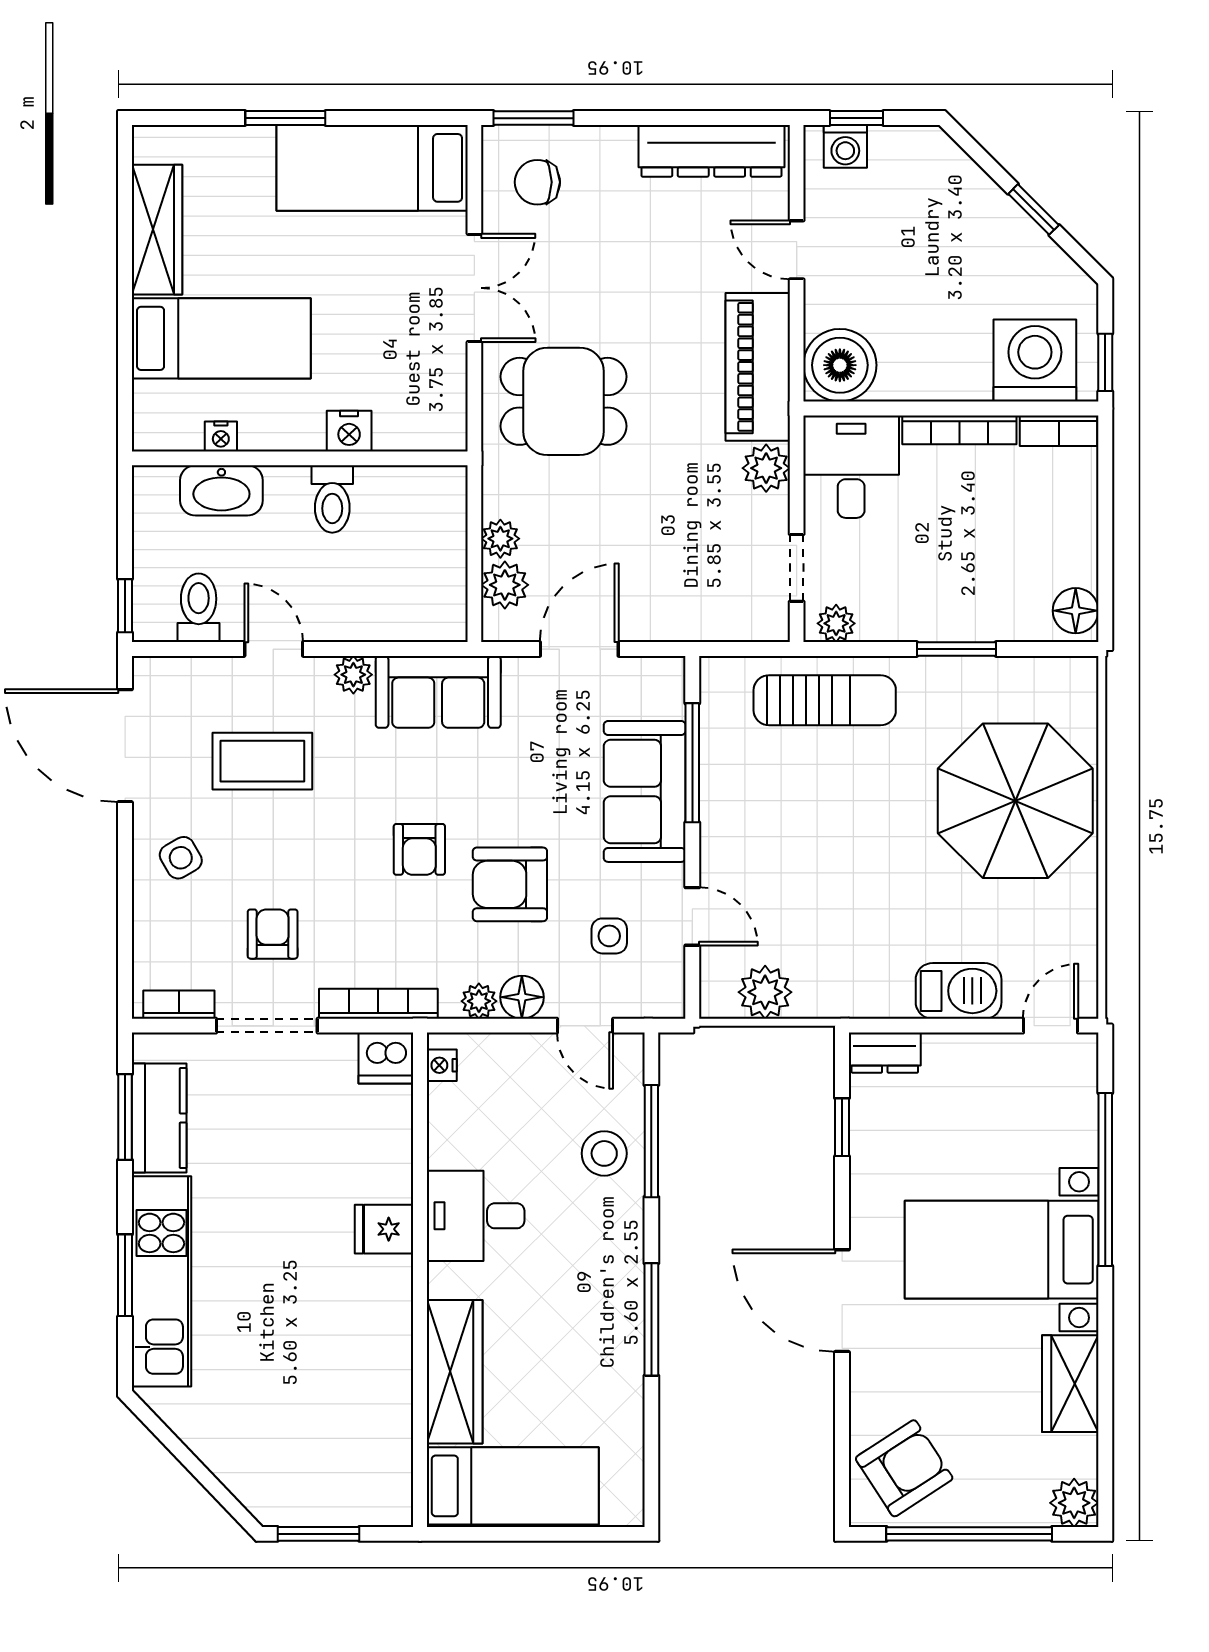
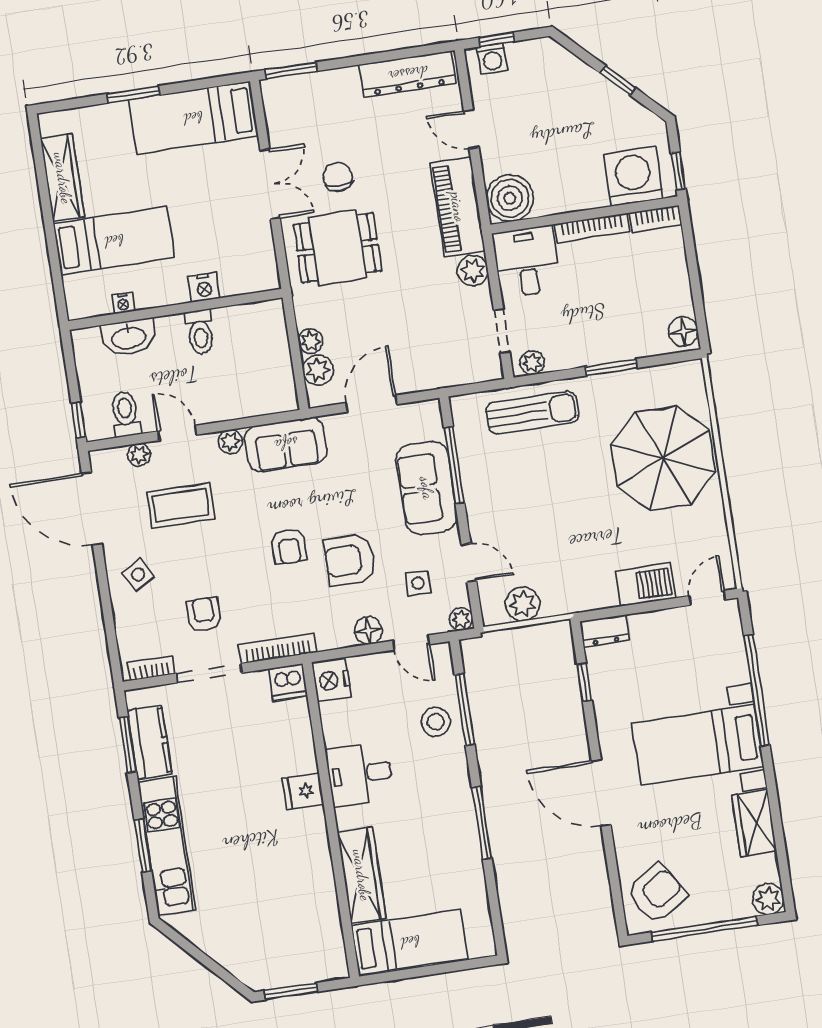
chair: (537, 182) -> (338, 177), moved, turned 90
plant: (210, 673) -> (139, 455), added
plant: (479, 1001) -> (461, 619), moved
nightstand: (442, 1065) -> (332, 680), width x1.89, depth x1.79

